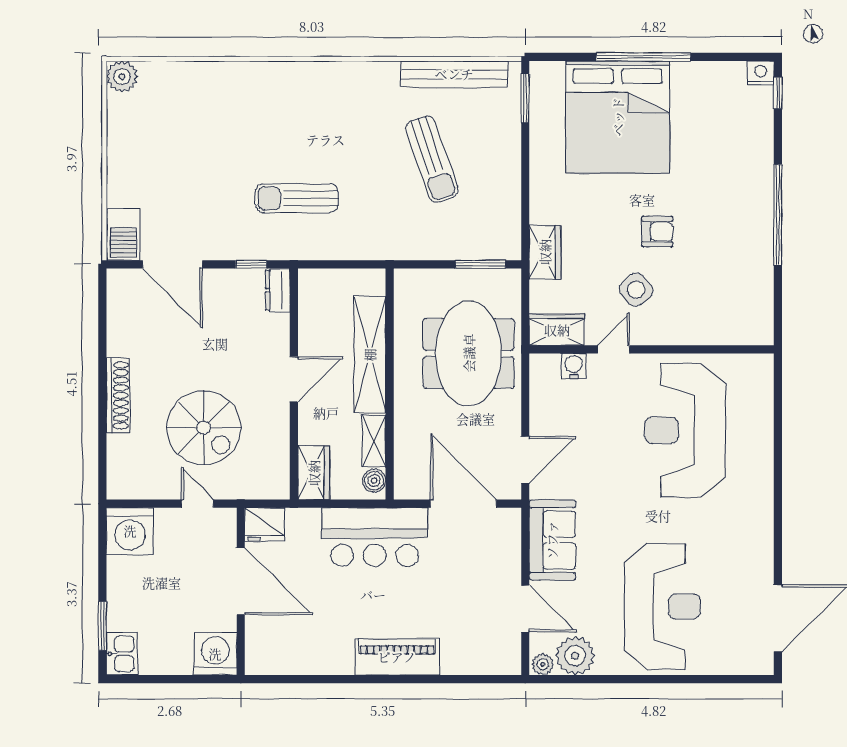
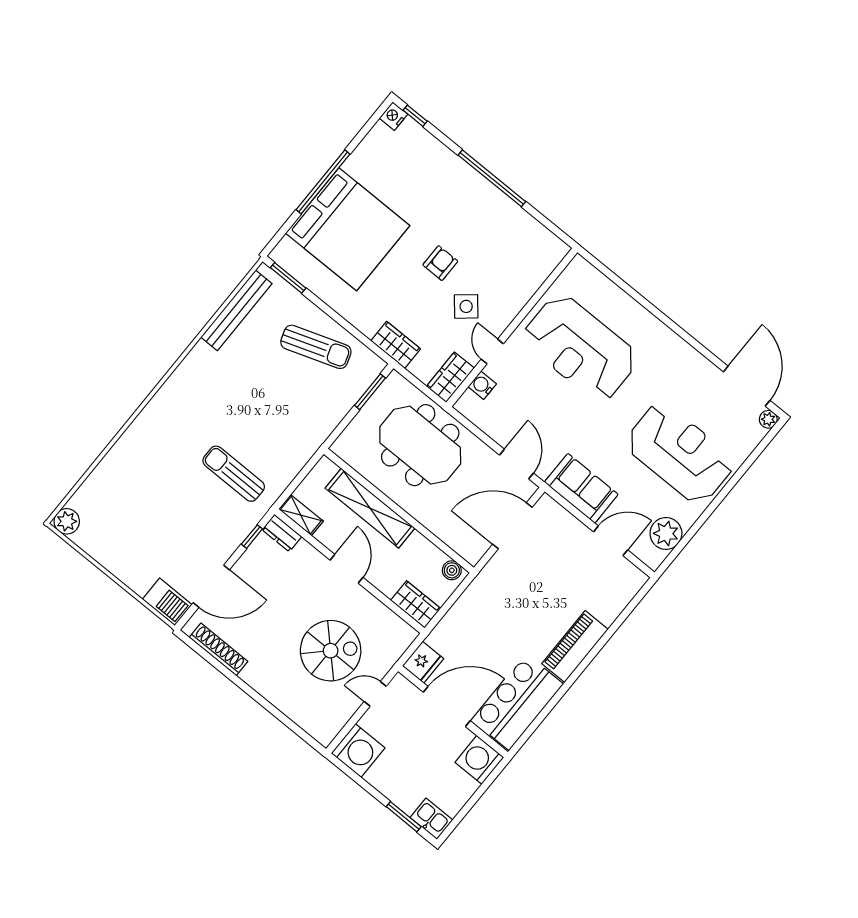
sun lounger: (432, 159) -> (316, 347), moved
sun lounger: (297, 198) -> (234, 474), turned 90
shoe rack: (118, 395) -> (218, 649), moved
shelving: (374, 441) -> (301, 515), moved
bar counter: (375, 537) -> (518, 702), moved, turned 180
plant: (543, 664) -> (768, 419), moved

